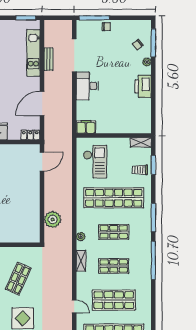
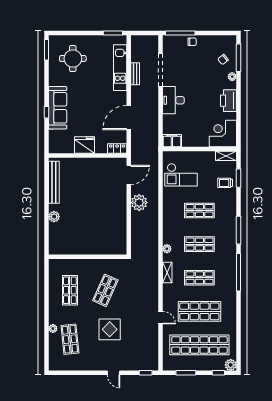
corner desk: (138, 120) -> (223, 134), added
checkout: (95, 162) -> (181, 175), turned 90
shop shelf: (114, 198) -> (199, 211), width x0.50, depth x0.74
plant: (53, 219) -> (139, 203), moved

